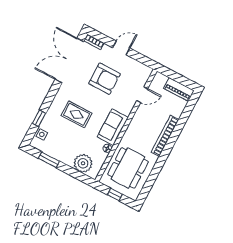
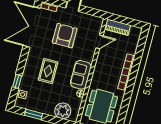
armchair: (104, 79) -> (65, 36), turned -90
piano: (179, 89) -> (118, 27), moved
rug: (77, 114) -> (48, 71), turned 90

